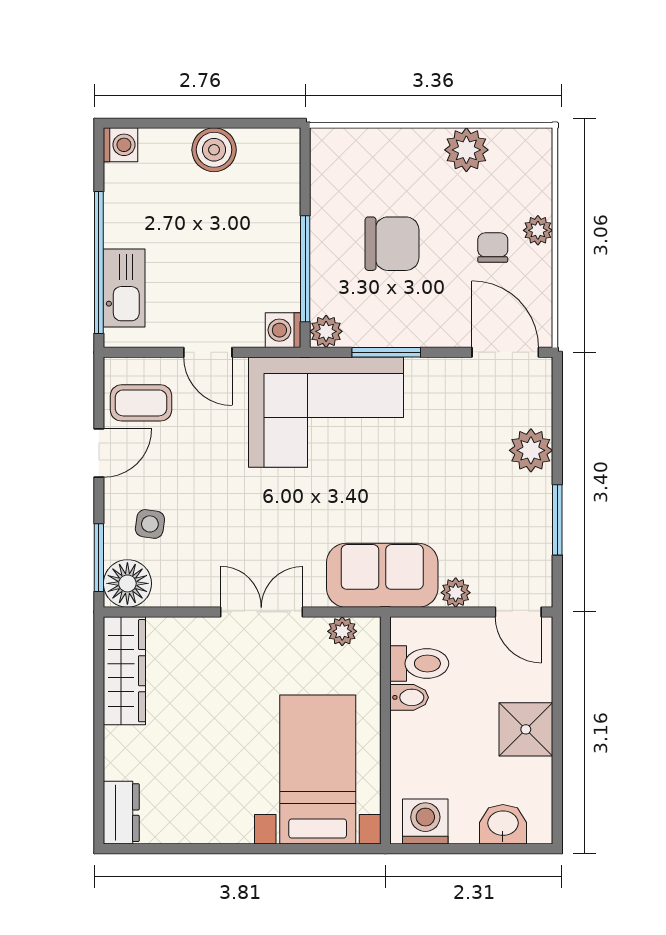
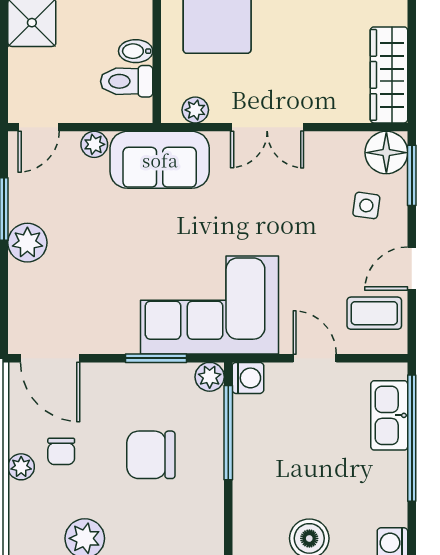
plant: (531, 450) -> (27, 243), moved
door: (518, 612) -> (39, 127), swing flipped

